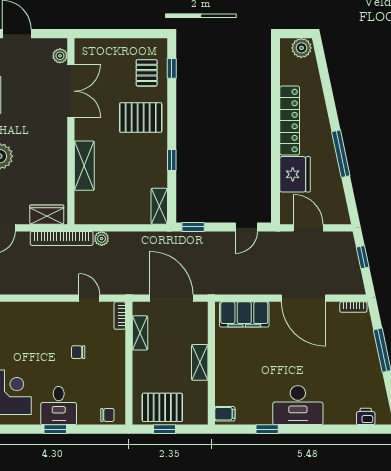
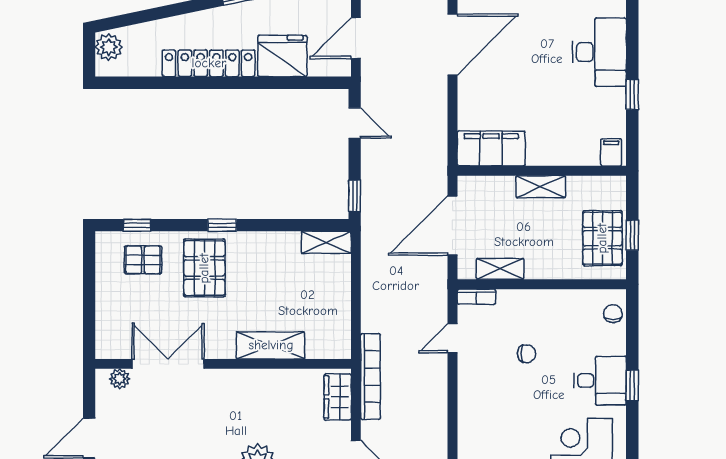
window: (172, 160) -> (222, 225), moved
plant: (102, 239) -> (371, 322), removed
filing cabinet: (244, 314) -> (491, 148), moved, turned -90
chair: (78, 352) -> (527, 354), turned -90

